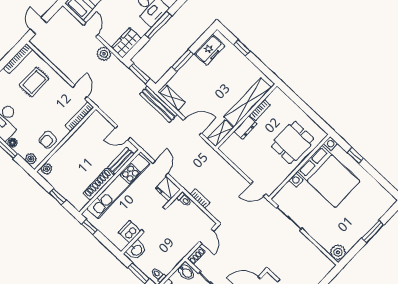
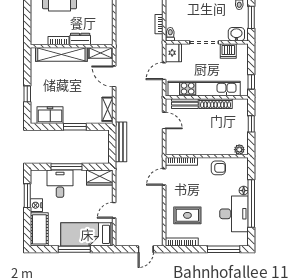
plant: (104, 54) -> (122, 186), removed
window: (139, 73) -> (112, 148), removed
bench: (159, 104) -> (121, 142), moved
plant: (31, 159) -> (243, 167), removed

